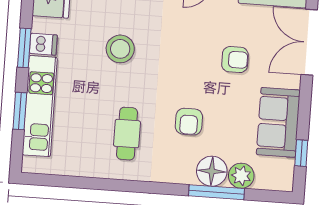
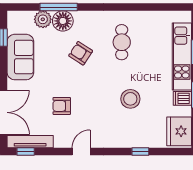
armchair: (235, 60) -> (62, 106), moved
armchair: (189, 122) -> (81, 53), turned -57

